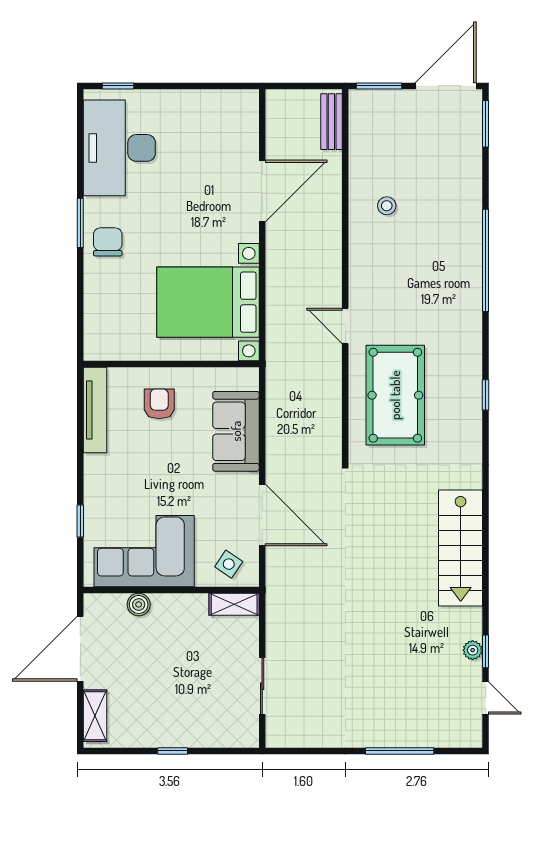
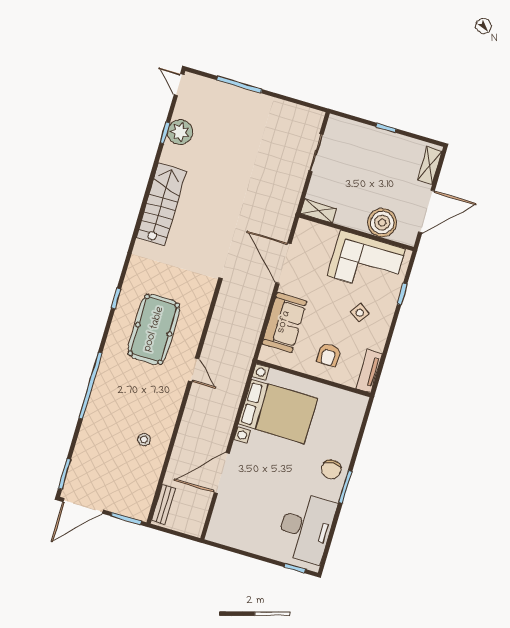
pool table: (395, 395) -> (154, 329), moved
tv unit: (95, 410) -> (369, 371), width x0.71
side table: (229, 564) -> (360, 313), moved
boiler: (139, 604) -> (382, 223), width x1.86, depth x1.86
plant: (473, 650) -> (180, 132), width x1.87, depth x1.87
door: (486, 698) -> (179, 85), moved

